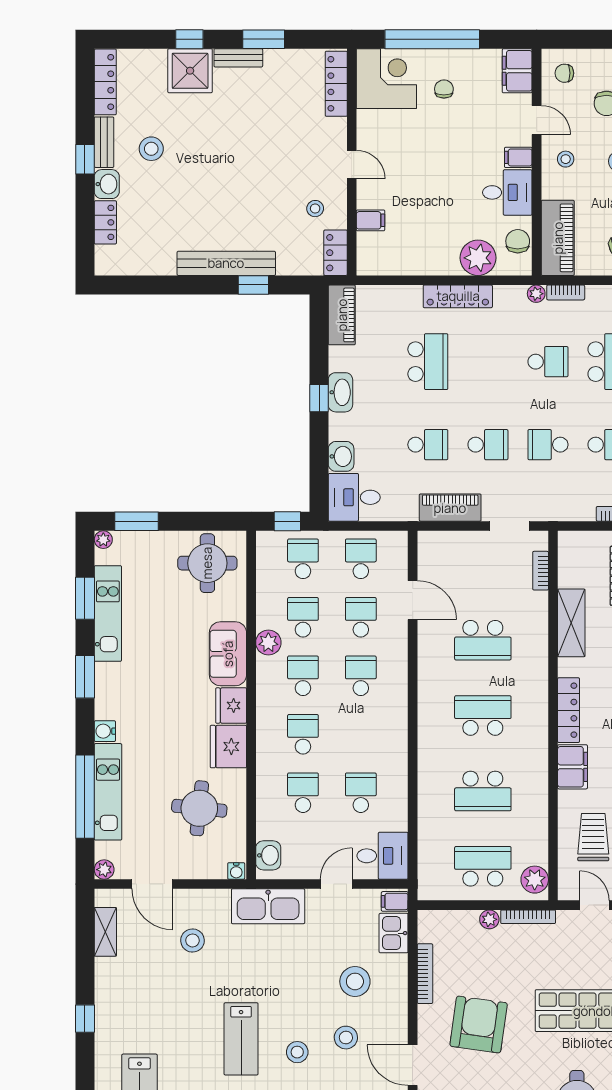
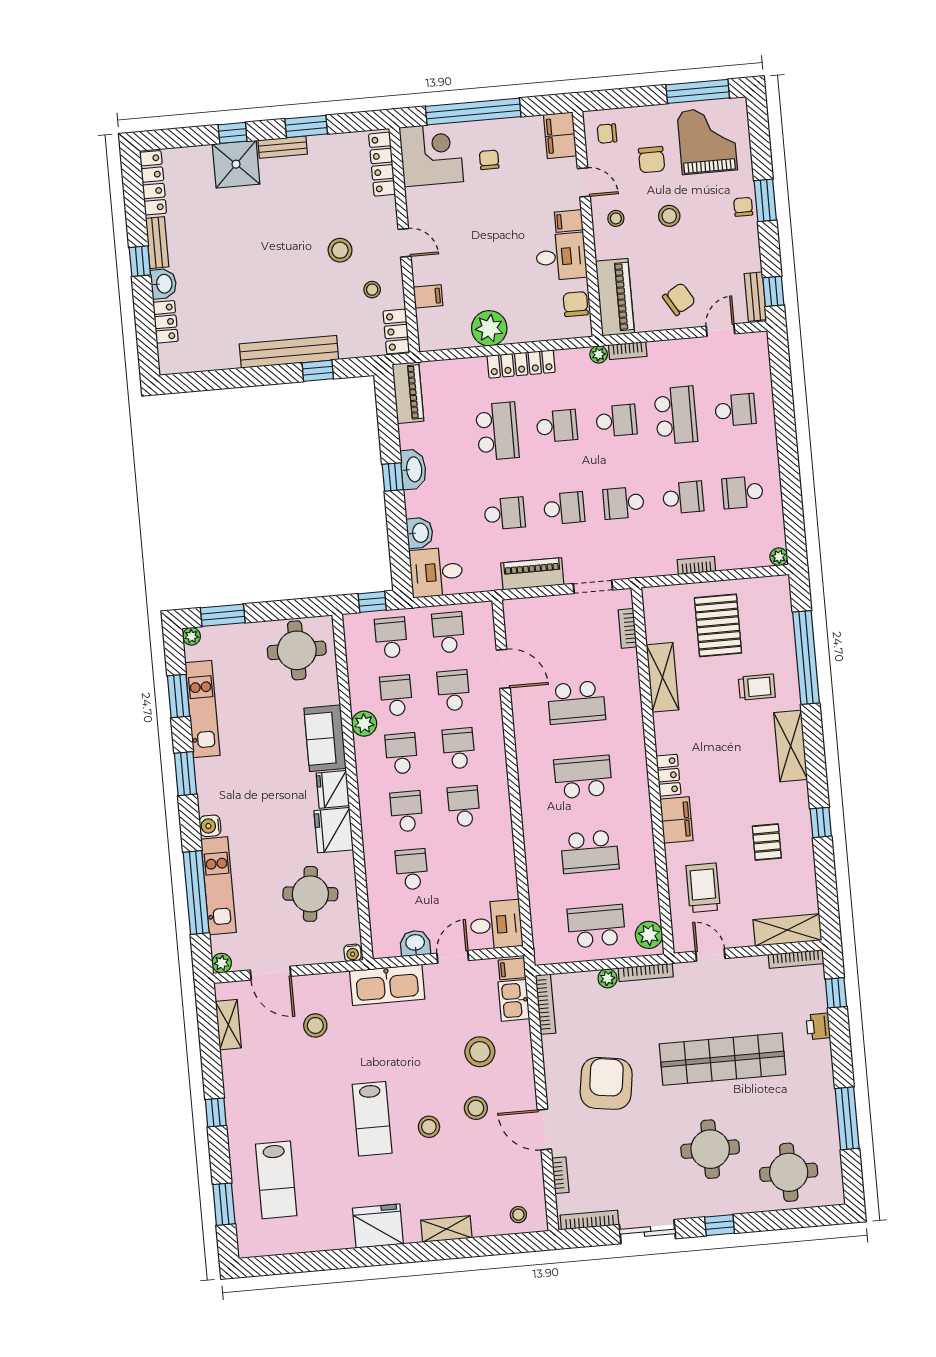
stool: (151, 149) -> (340, 250), moved
plant: (478, 258) -> (489, 328), moved
school desk: (488, 362) -> (557, 426), added
locker: (569, 710) -> (668, 775), width x0.66
school desk: (361, 793) -> (464, 806), moved
washbasin: (268, 855) -> (415, 943), moved, turned -90
bookcase: (425, 974) -> (546, 1004), moved

